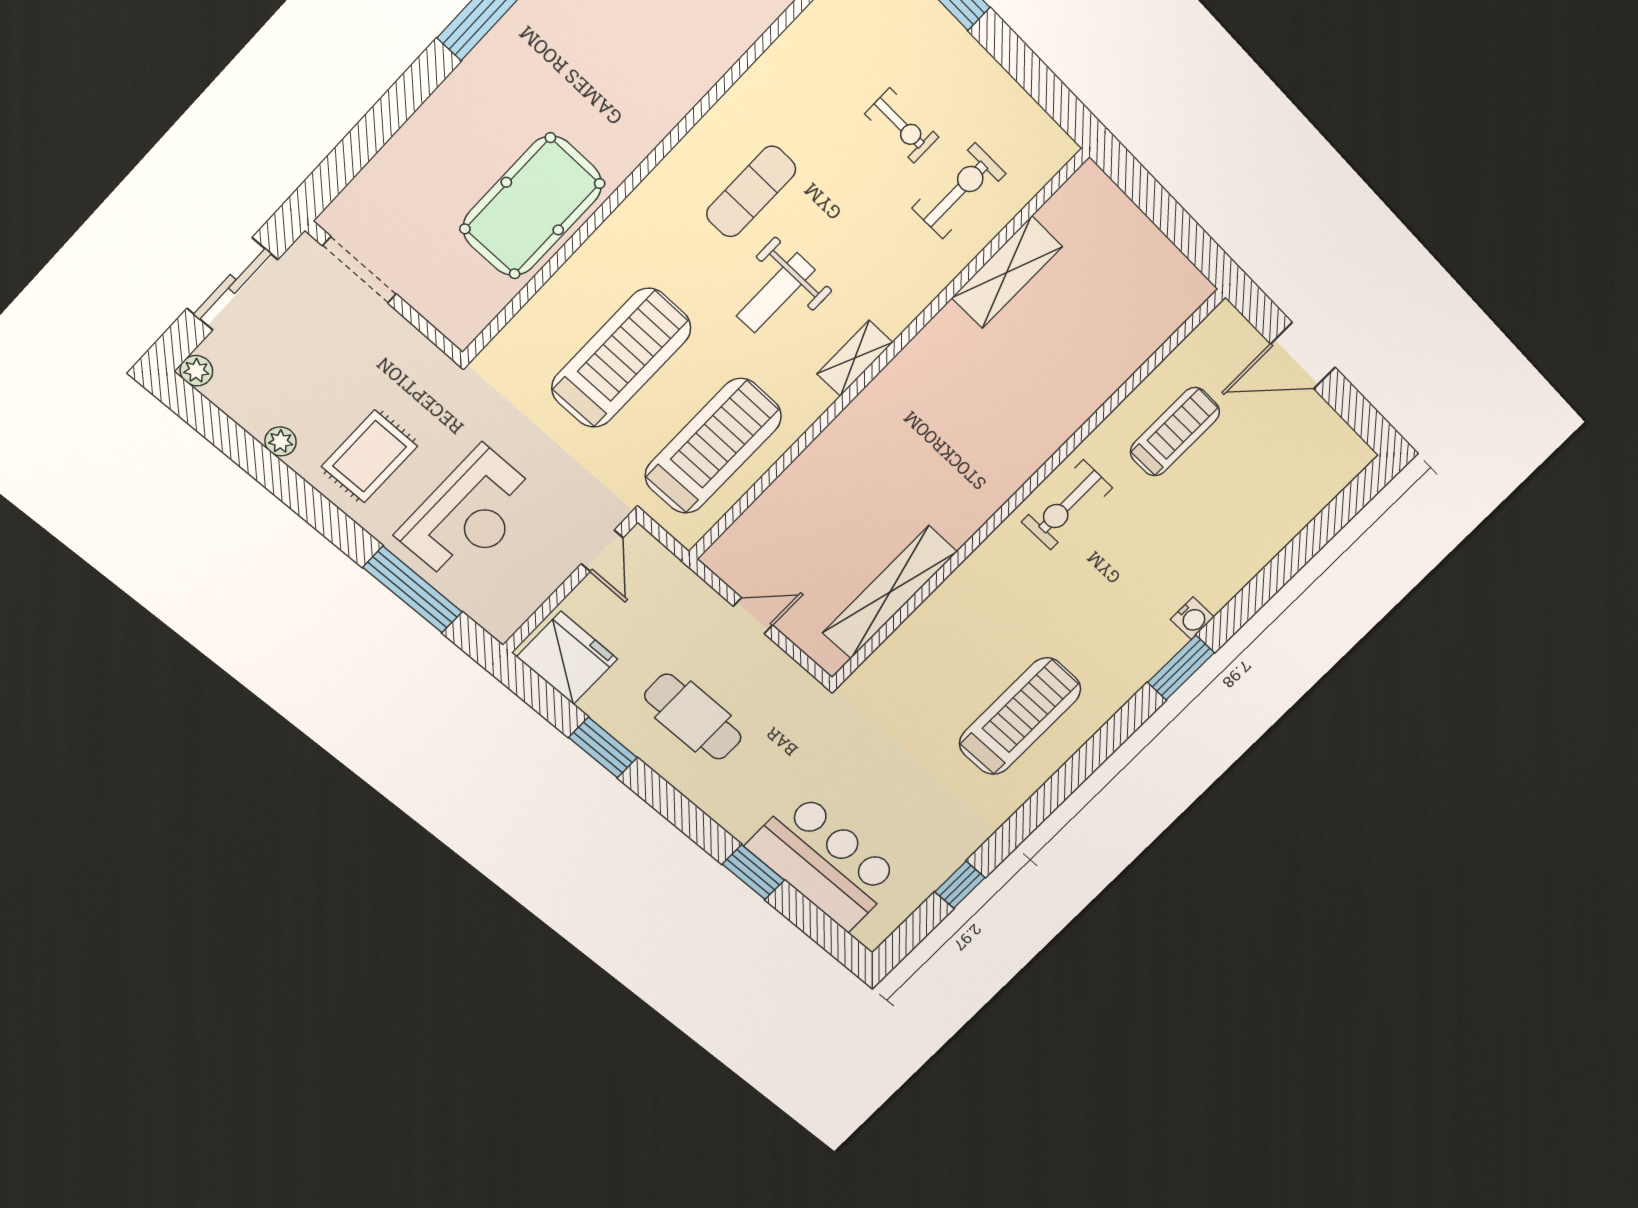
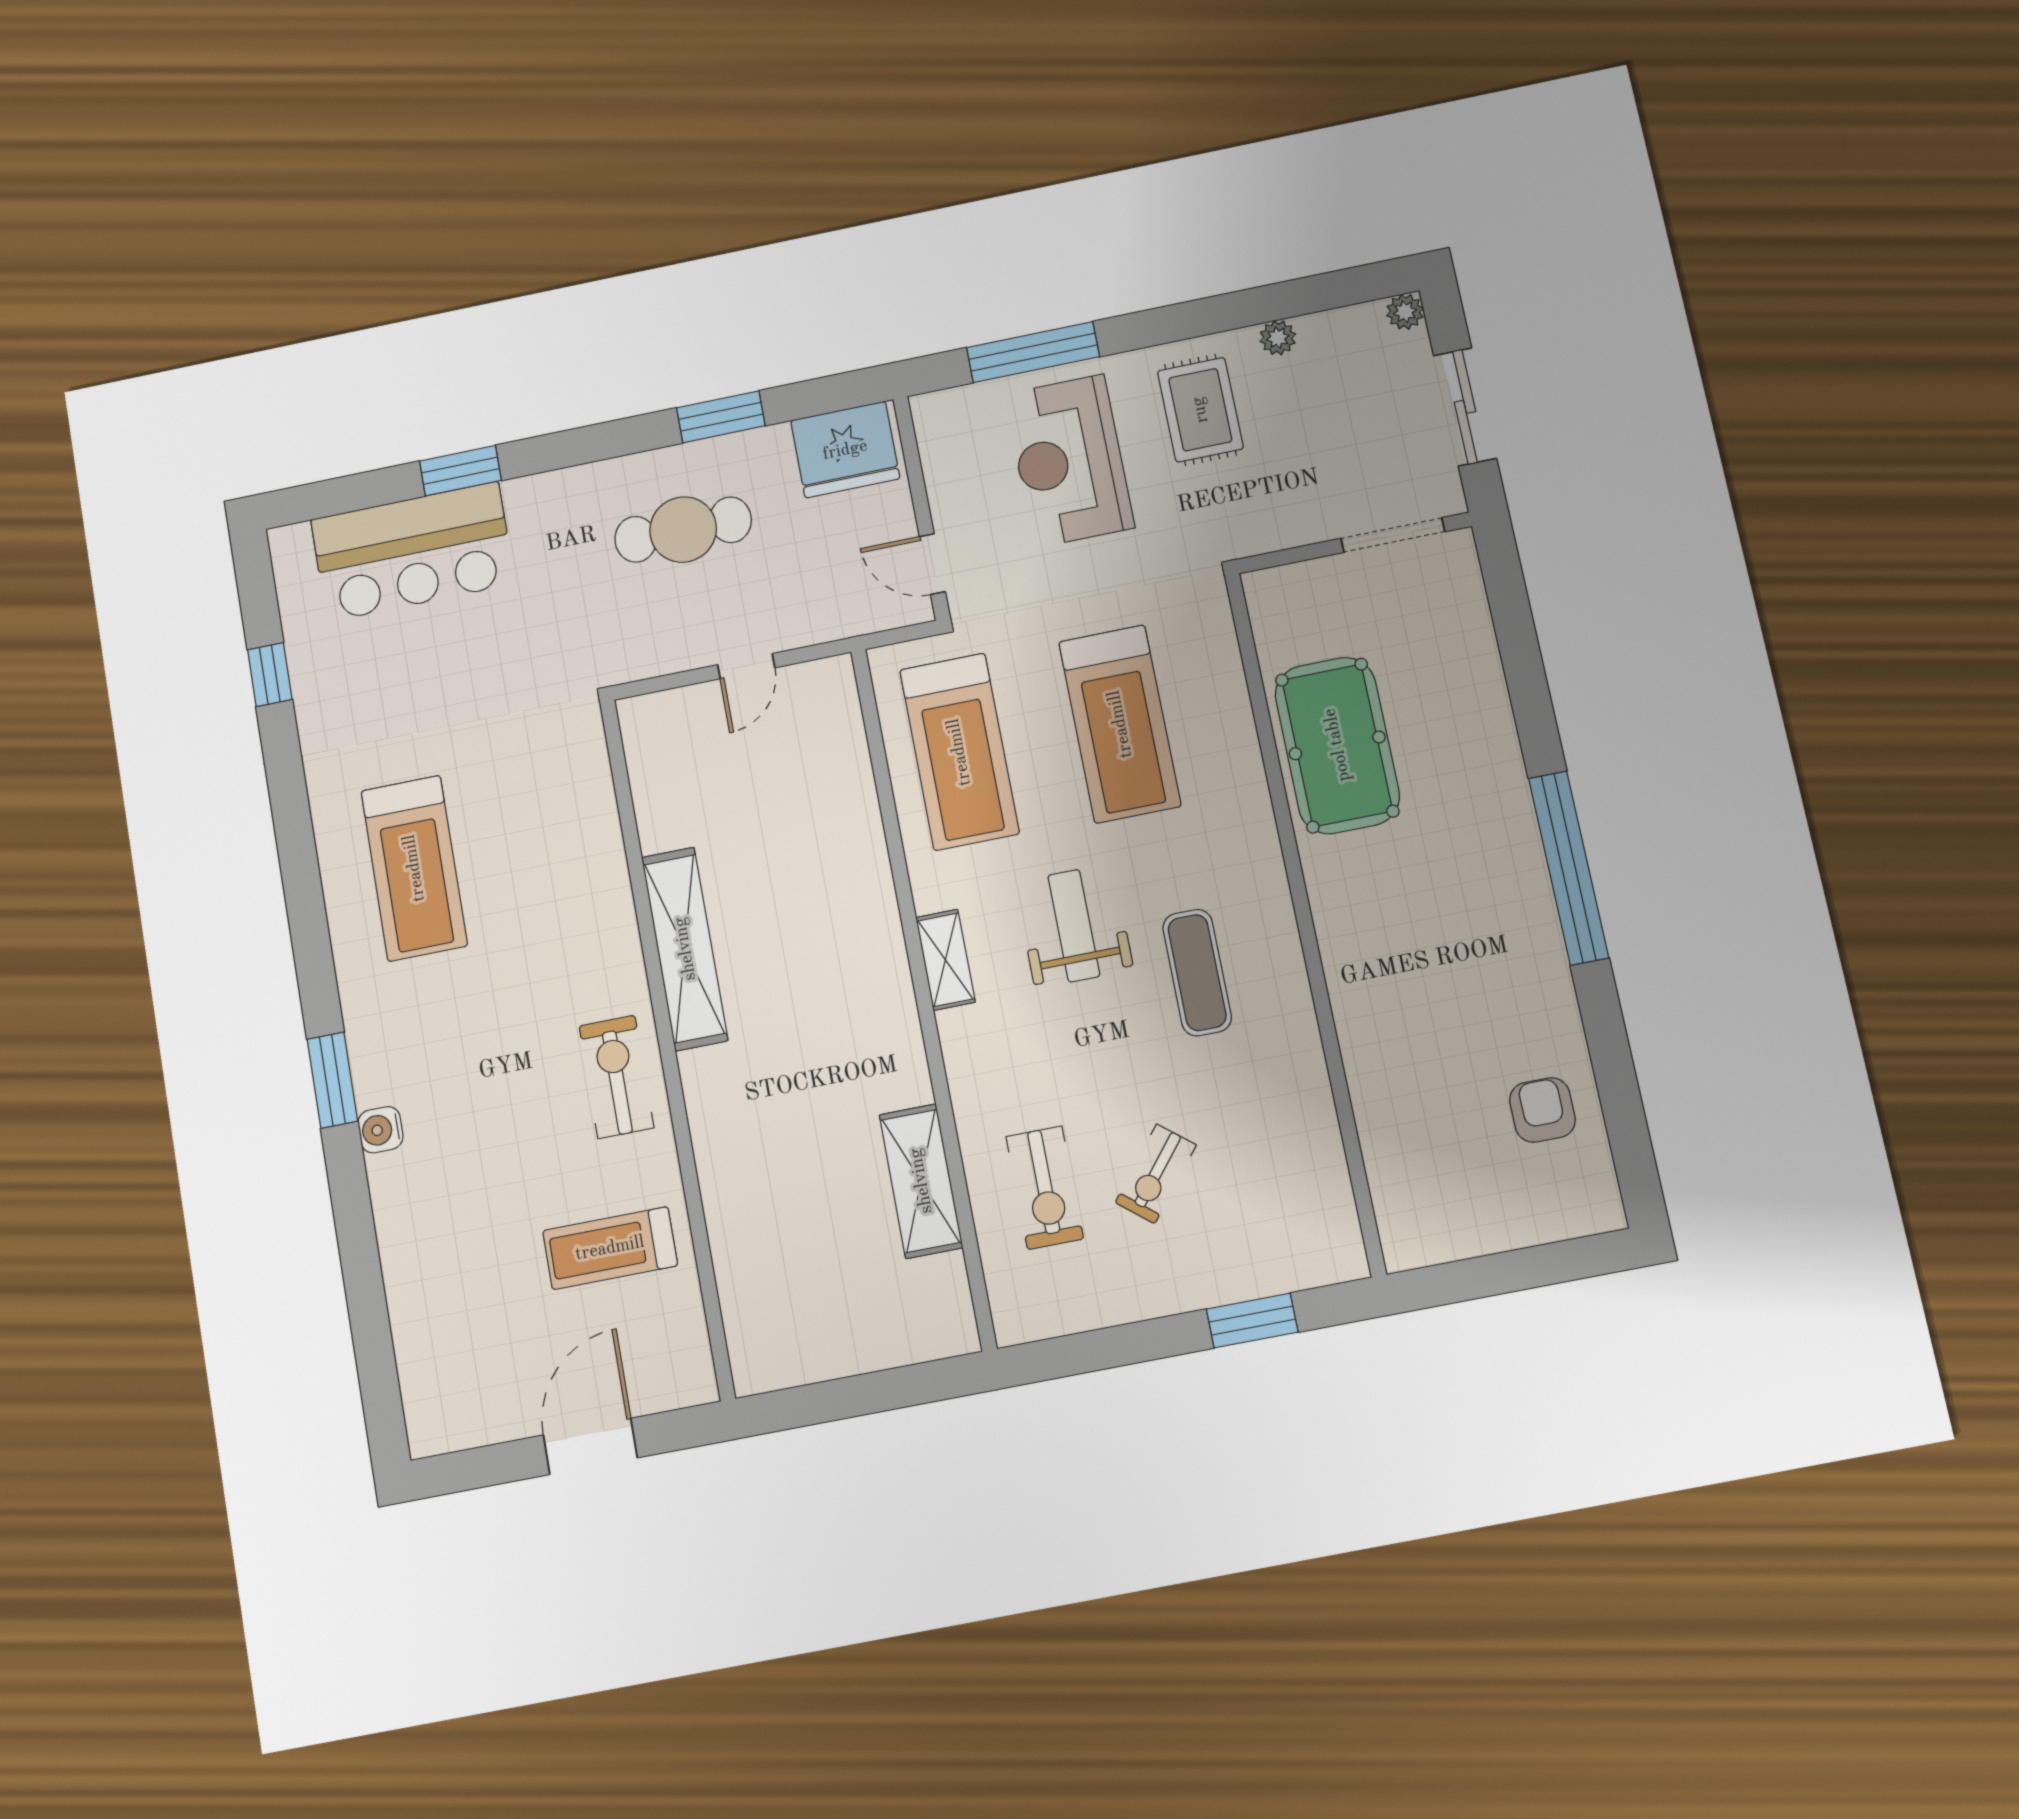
exercise bike: (902, 125) -> (1156, 1174), turned -51
treadmill: (1175, 432) -> (610, 1248), turned 90
shelving: (890, 592) -> (685, 949), moved

